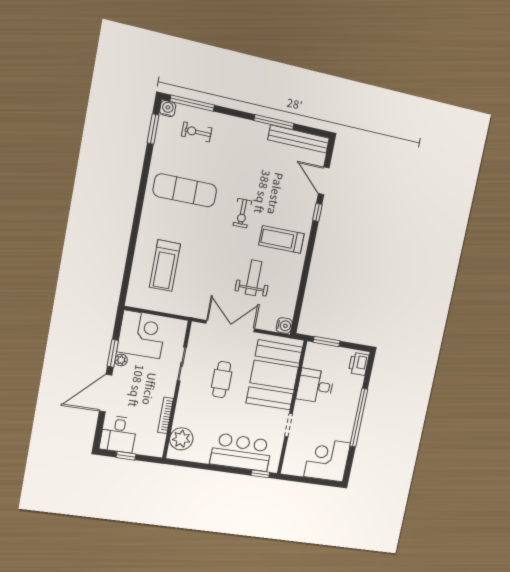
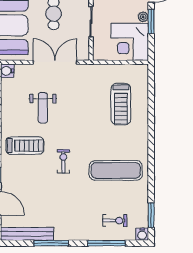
window: (192, 103) -> (106, 243), moved
treadmill: (165, 266) -> (121, 104), turned 180
double door: (230, 326) -> (55, 62), swing flipped

